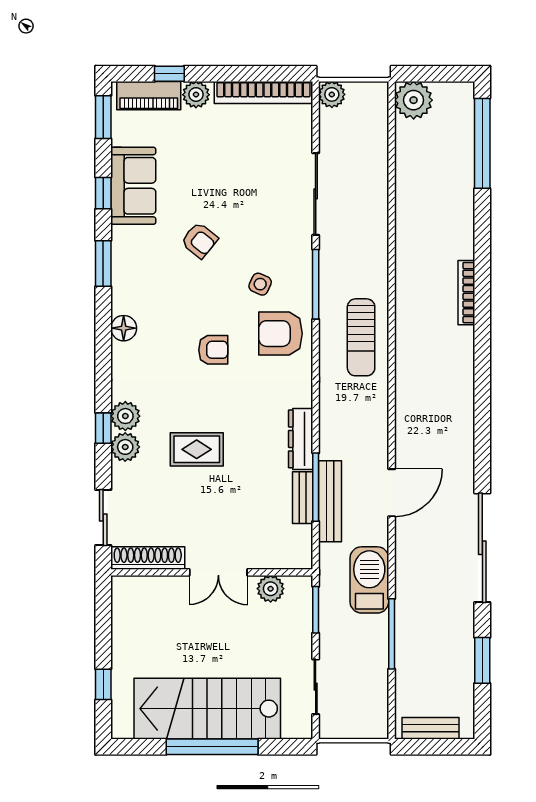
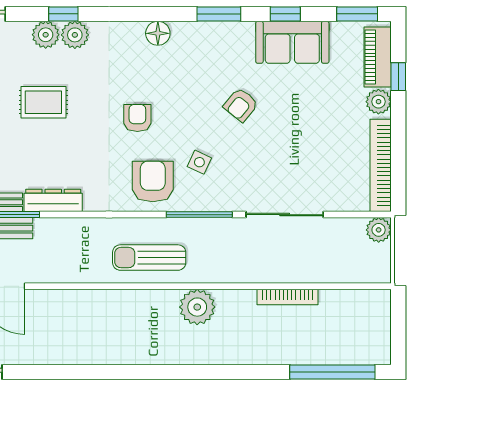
plant: (414, 100) -> (197, 307), moved
bookcase: (466, 293) -> (288, 297), moved, turned 180
armchair: (213, 350) -> (137, 118), turned 180
rug: (197, 449) -> (43, 102), turned 90

